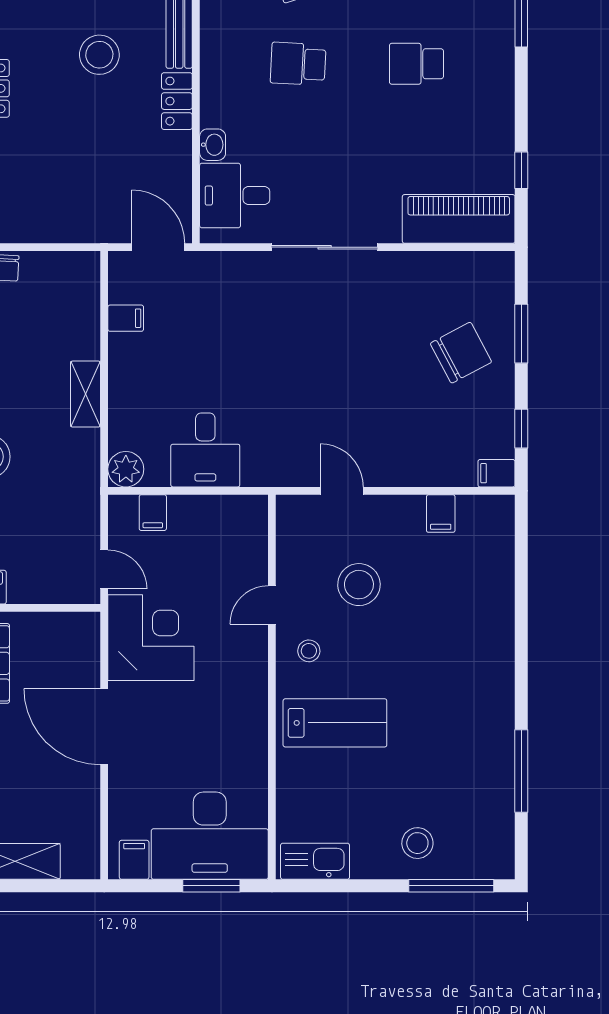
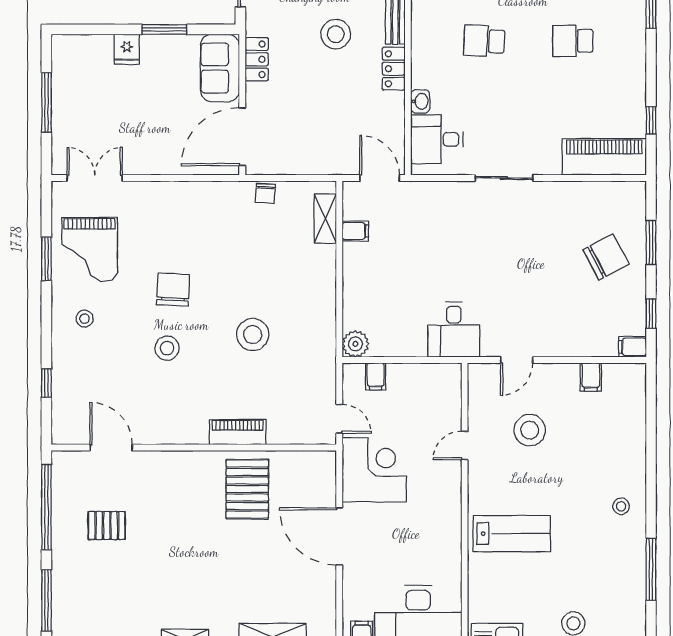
sliding door: (325, 247) -> (504, 178), width x0.73
shelving: (85, 394) -> (325, 218), moved
desk: (205, 450) -> (454, 330), moved
door: (342, 491) -> (517, 360), swing flipped
stool: (309, 651) -> (621, 506), moved

